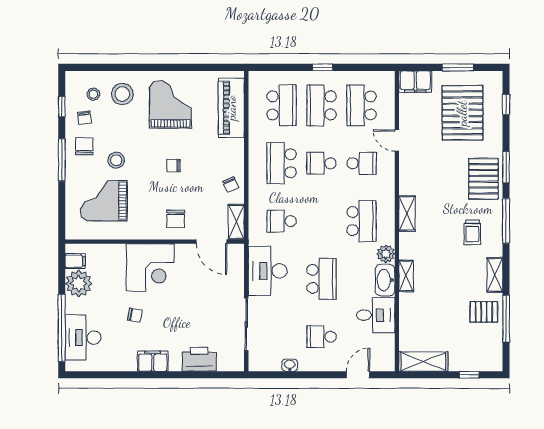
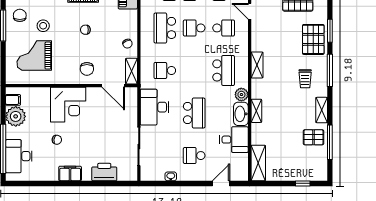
shelving: (423, 362) -> (258, 163), moved, turned 90

